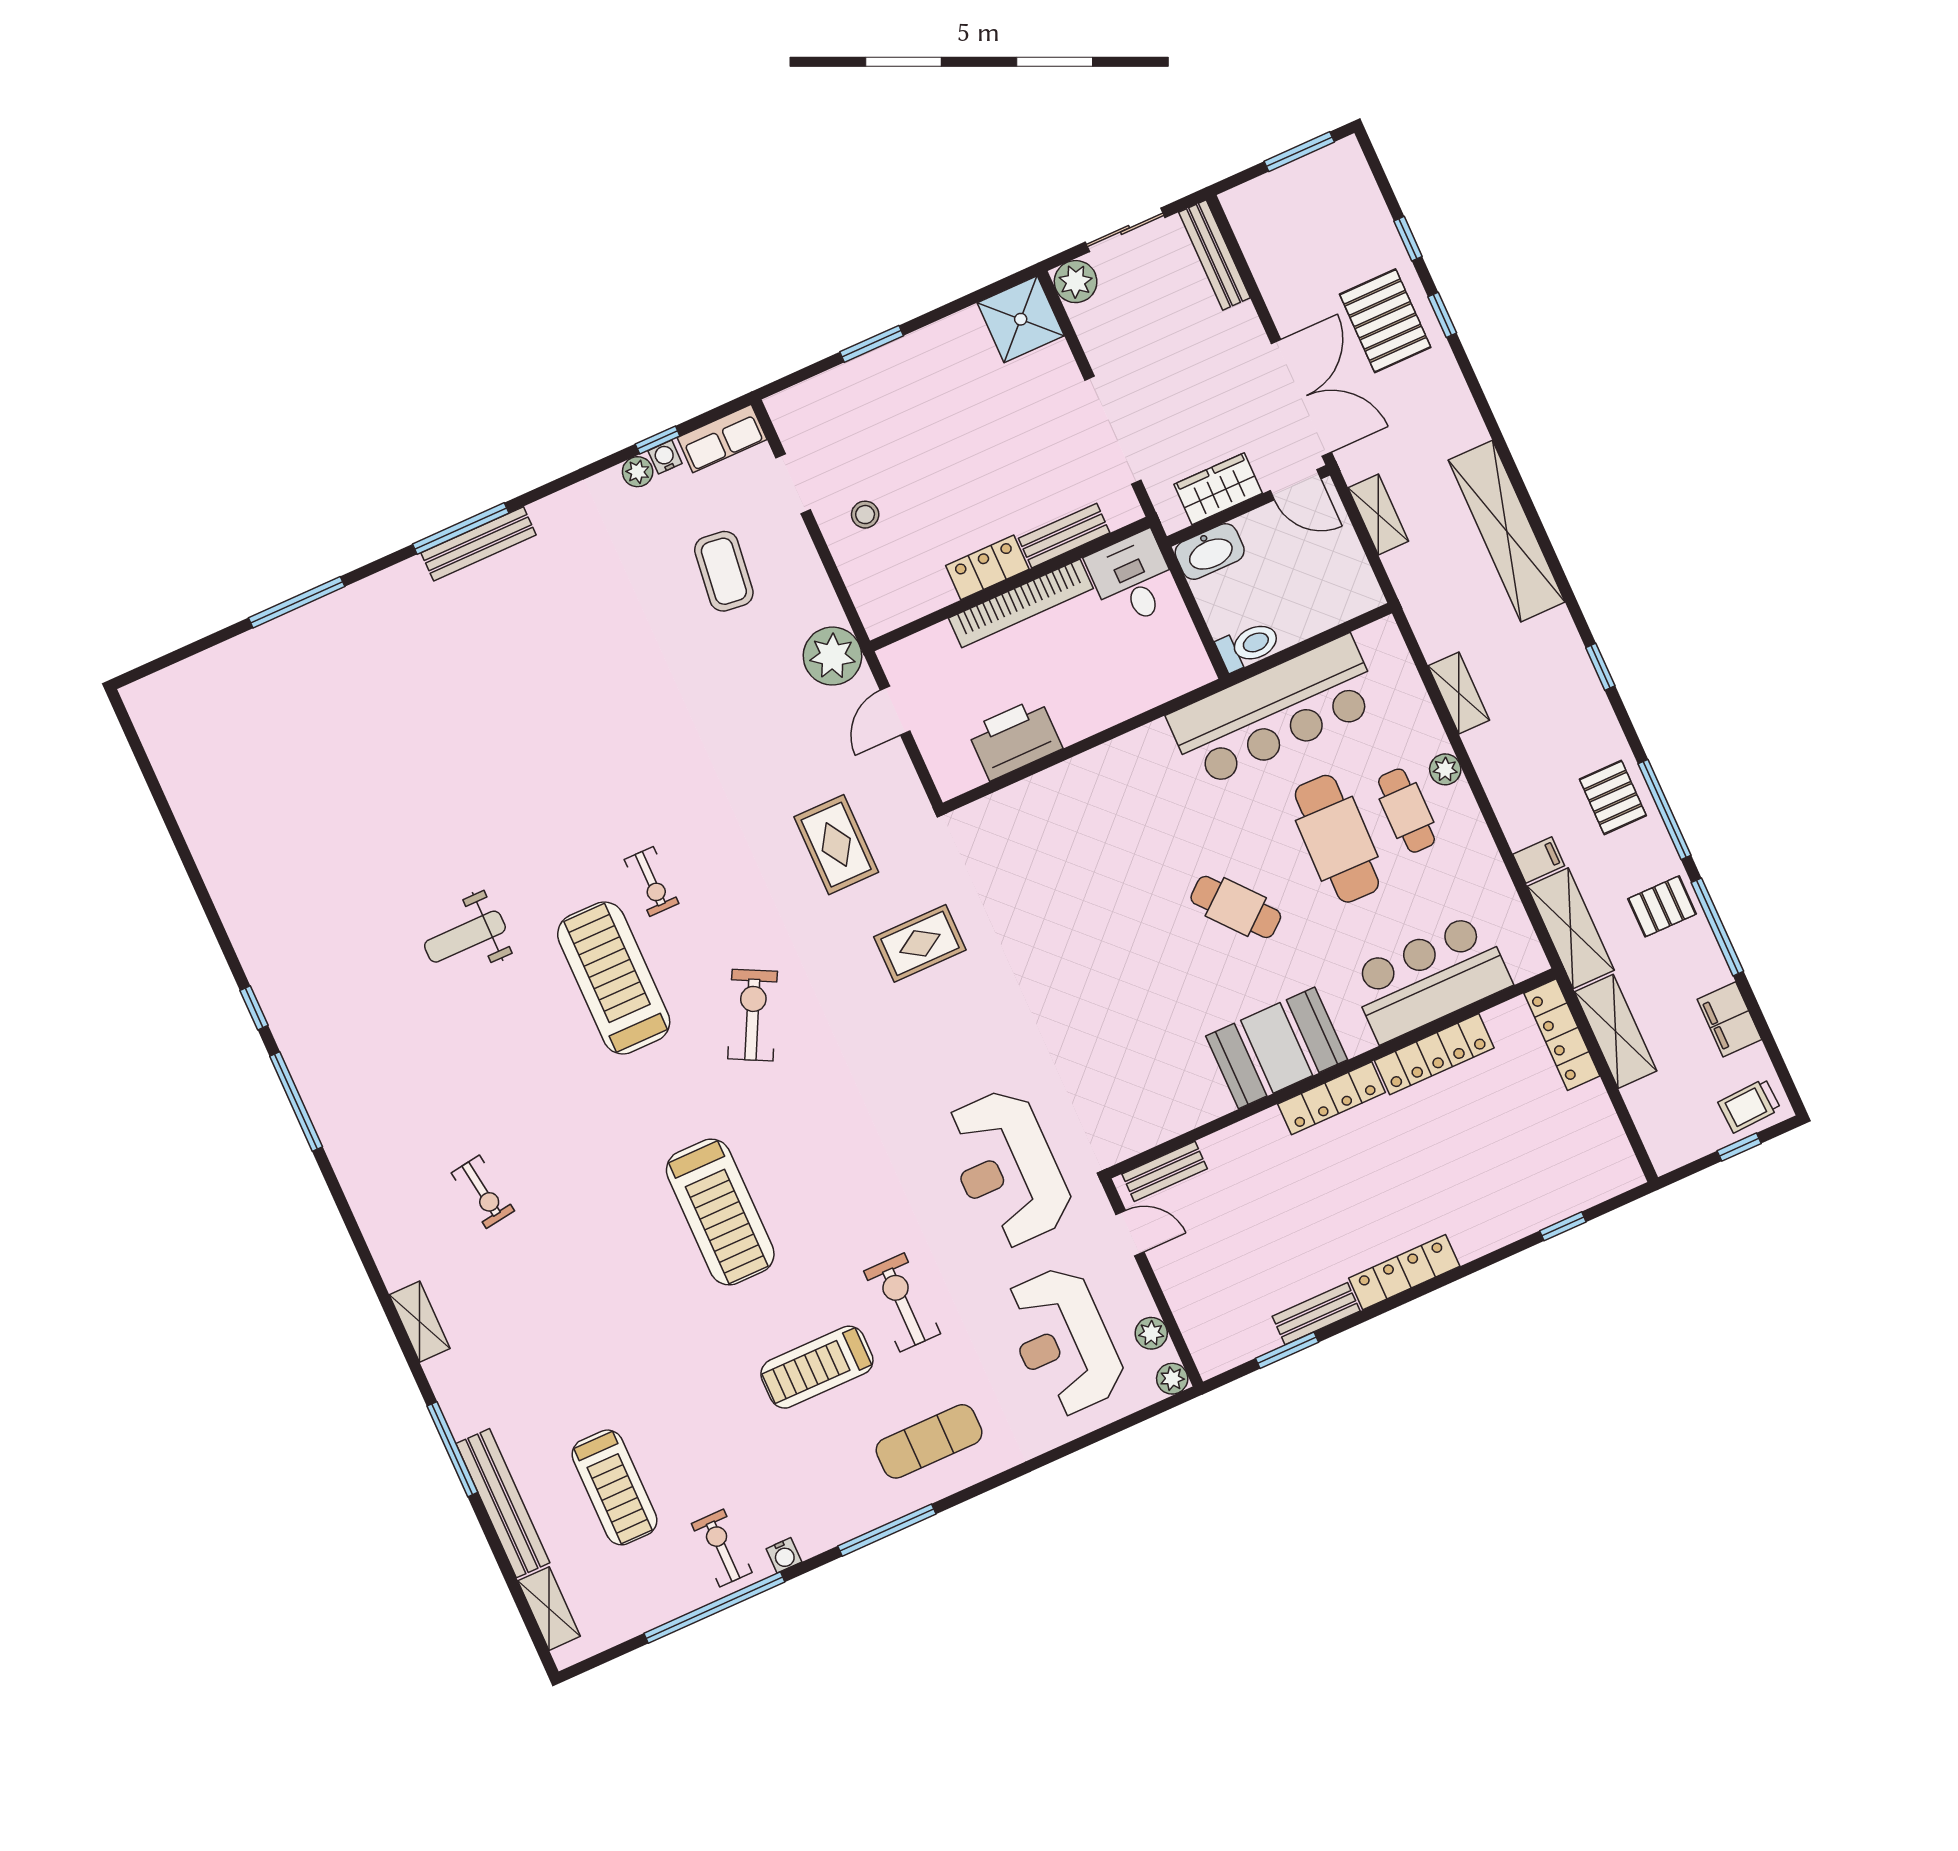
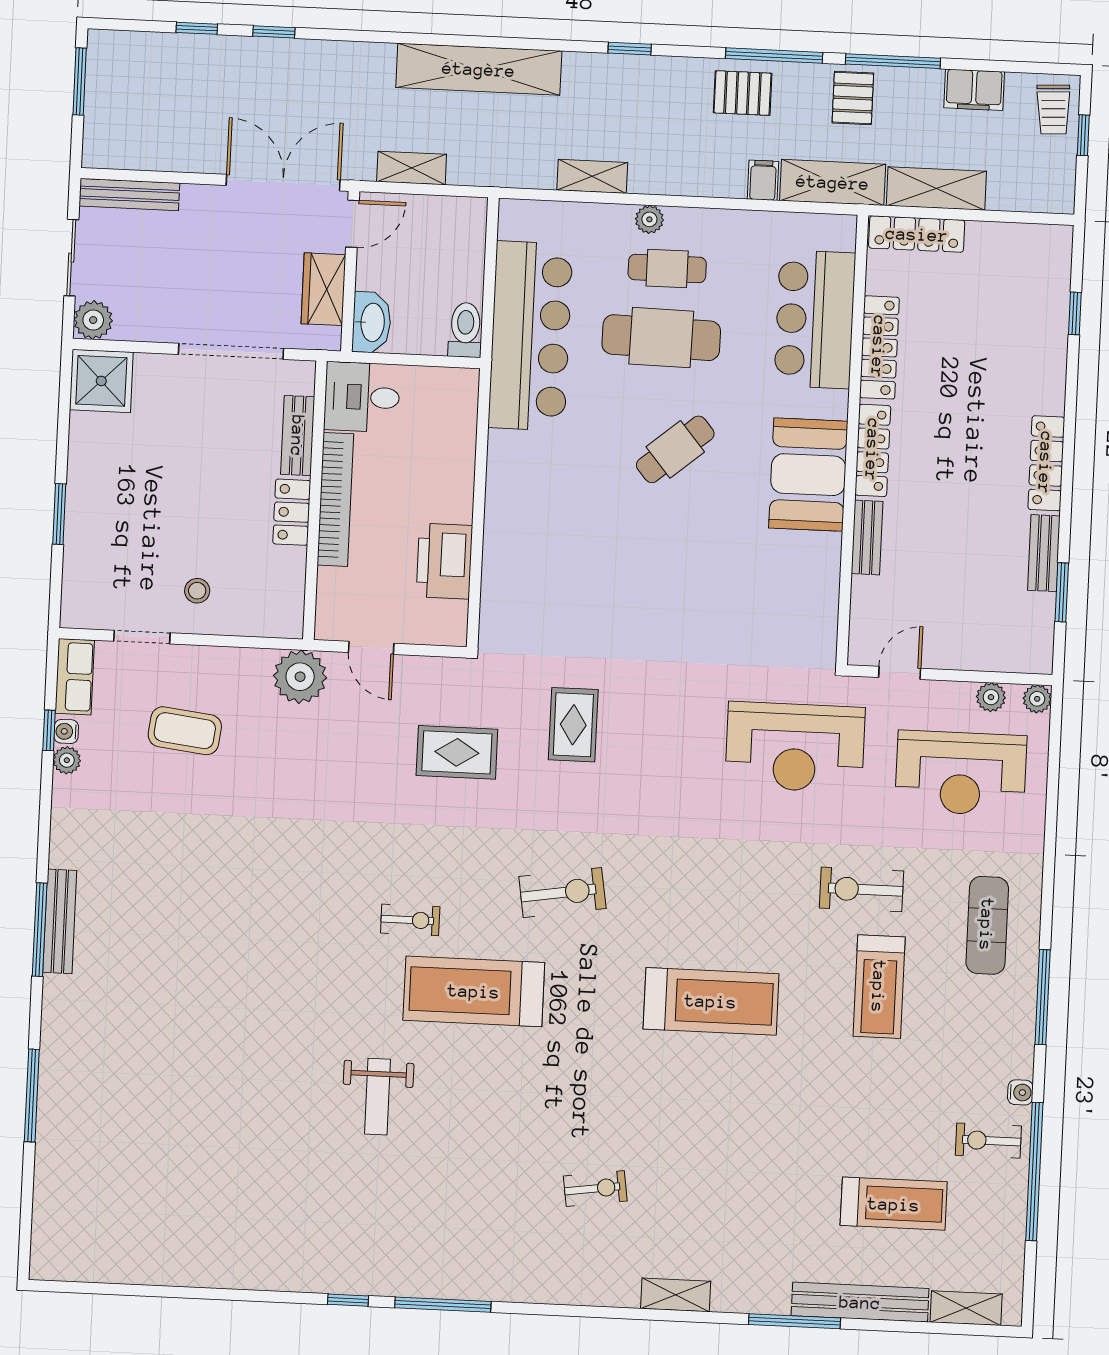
pallet: (1385, 321) -> (255, 81), removed
exercise bike: (753, 1015) -> (562, 893), turned 144
bench: (1165, 1171) -> (867, 538), moved

